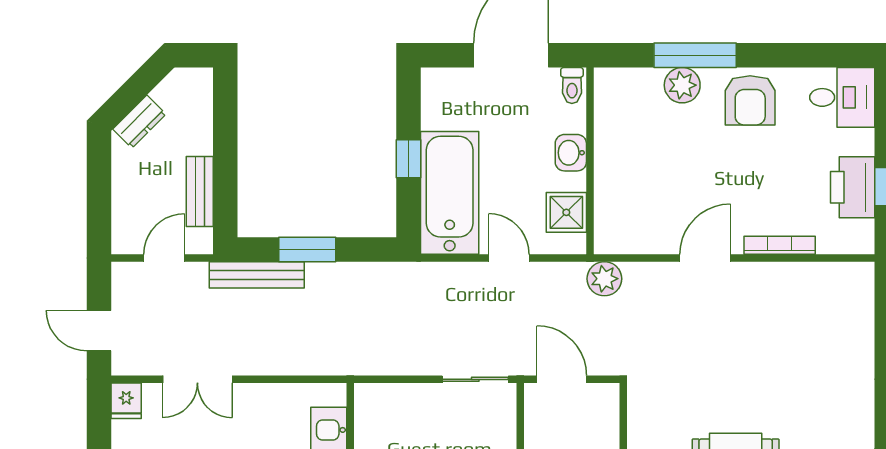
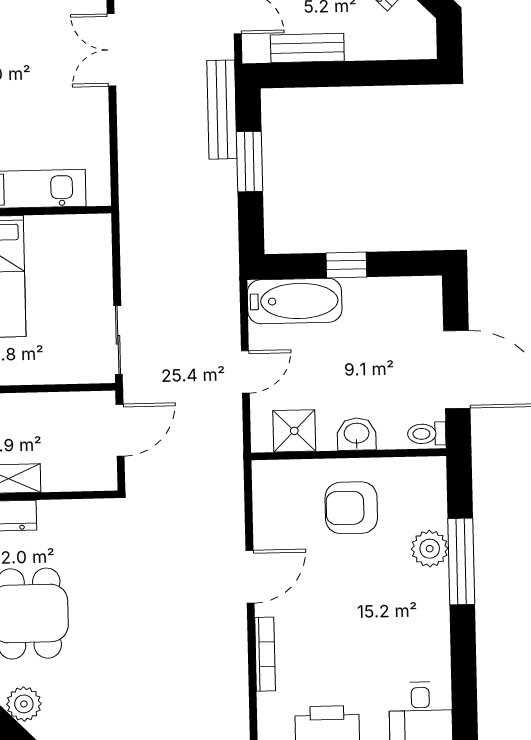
armchair: (750, 100) -> (351, 508), moved
bathtub: (450, 193) -> (295, 301), width x0.73, depth x0.73
door: (705, 258) -> (250, 577), hinge flipped
plant: (604, 279) -> (226, 472), removed

